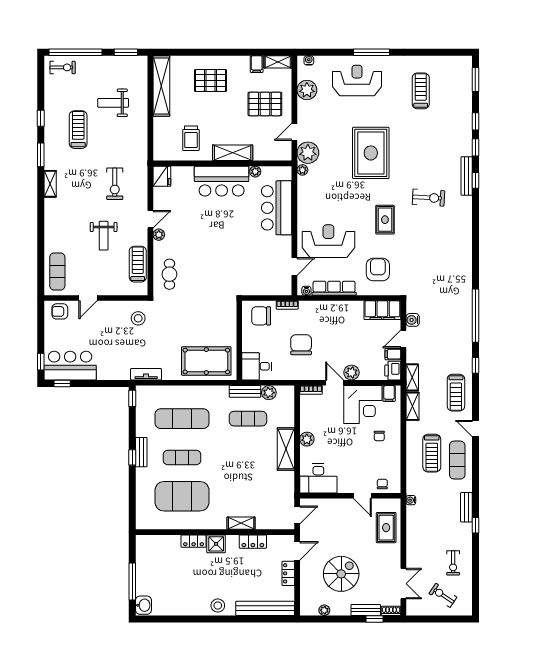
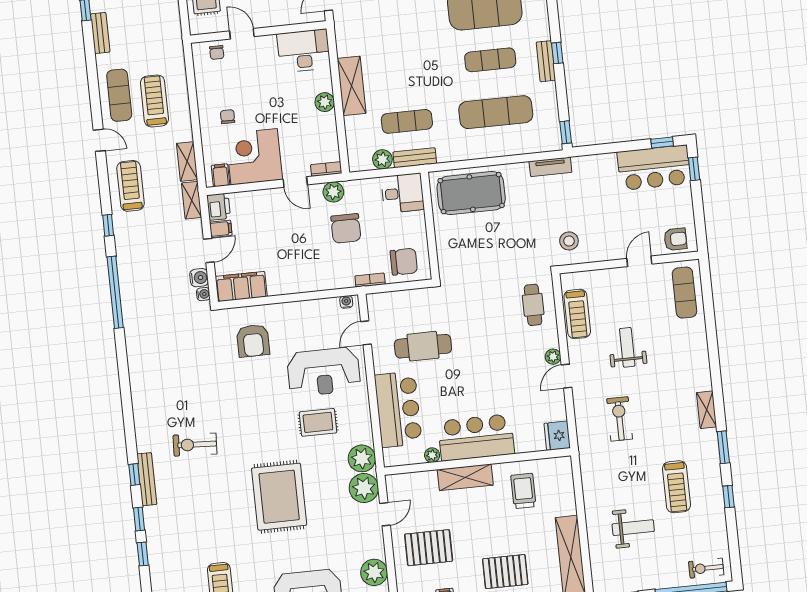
plant: (302, 170) -> (362, 458), width x1.88, depth x1.88
rug: (385, 220) -> (318, 422), moved, turned 90
cafe table: (253, 252) -> (423, 346), added
row of seats: (334, 288) -> (309, 309), removed
plant: (352, 373) -> (333, 192), moved
water cooler: (411, 500) -> (203, 294), moved

